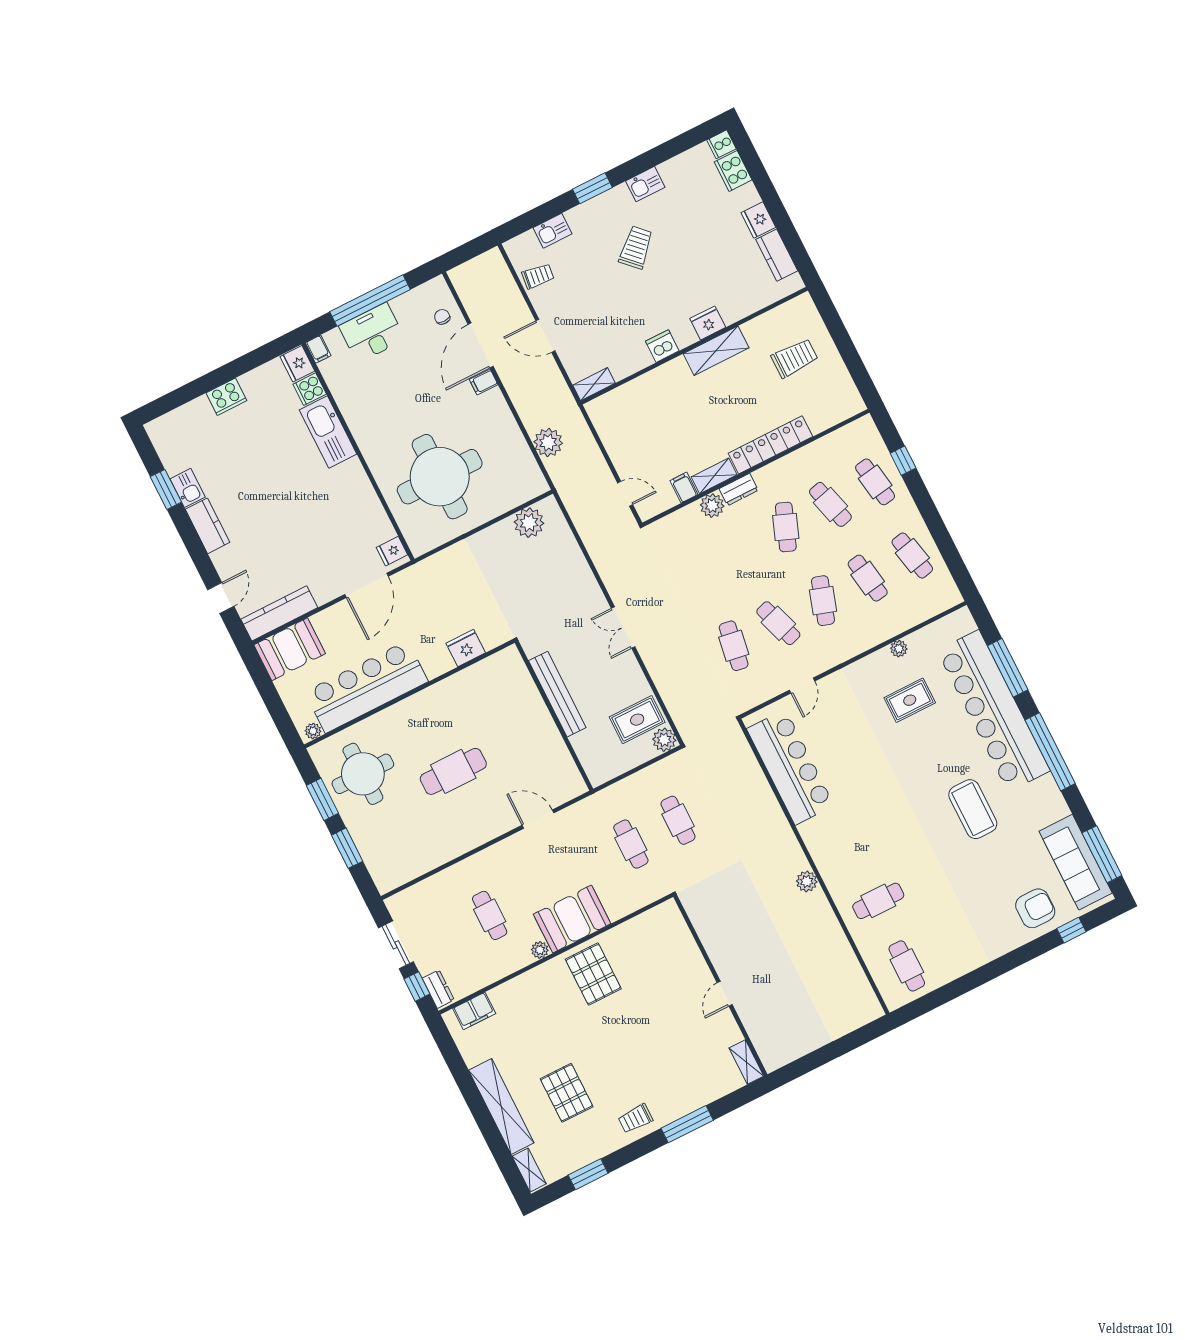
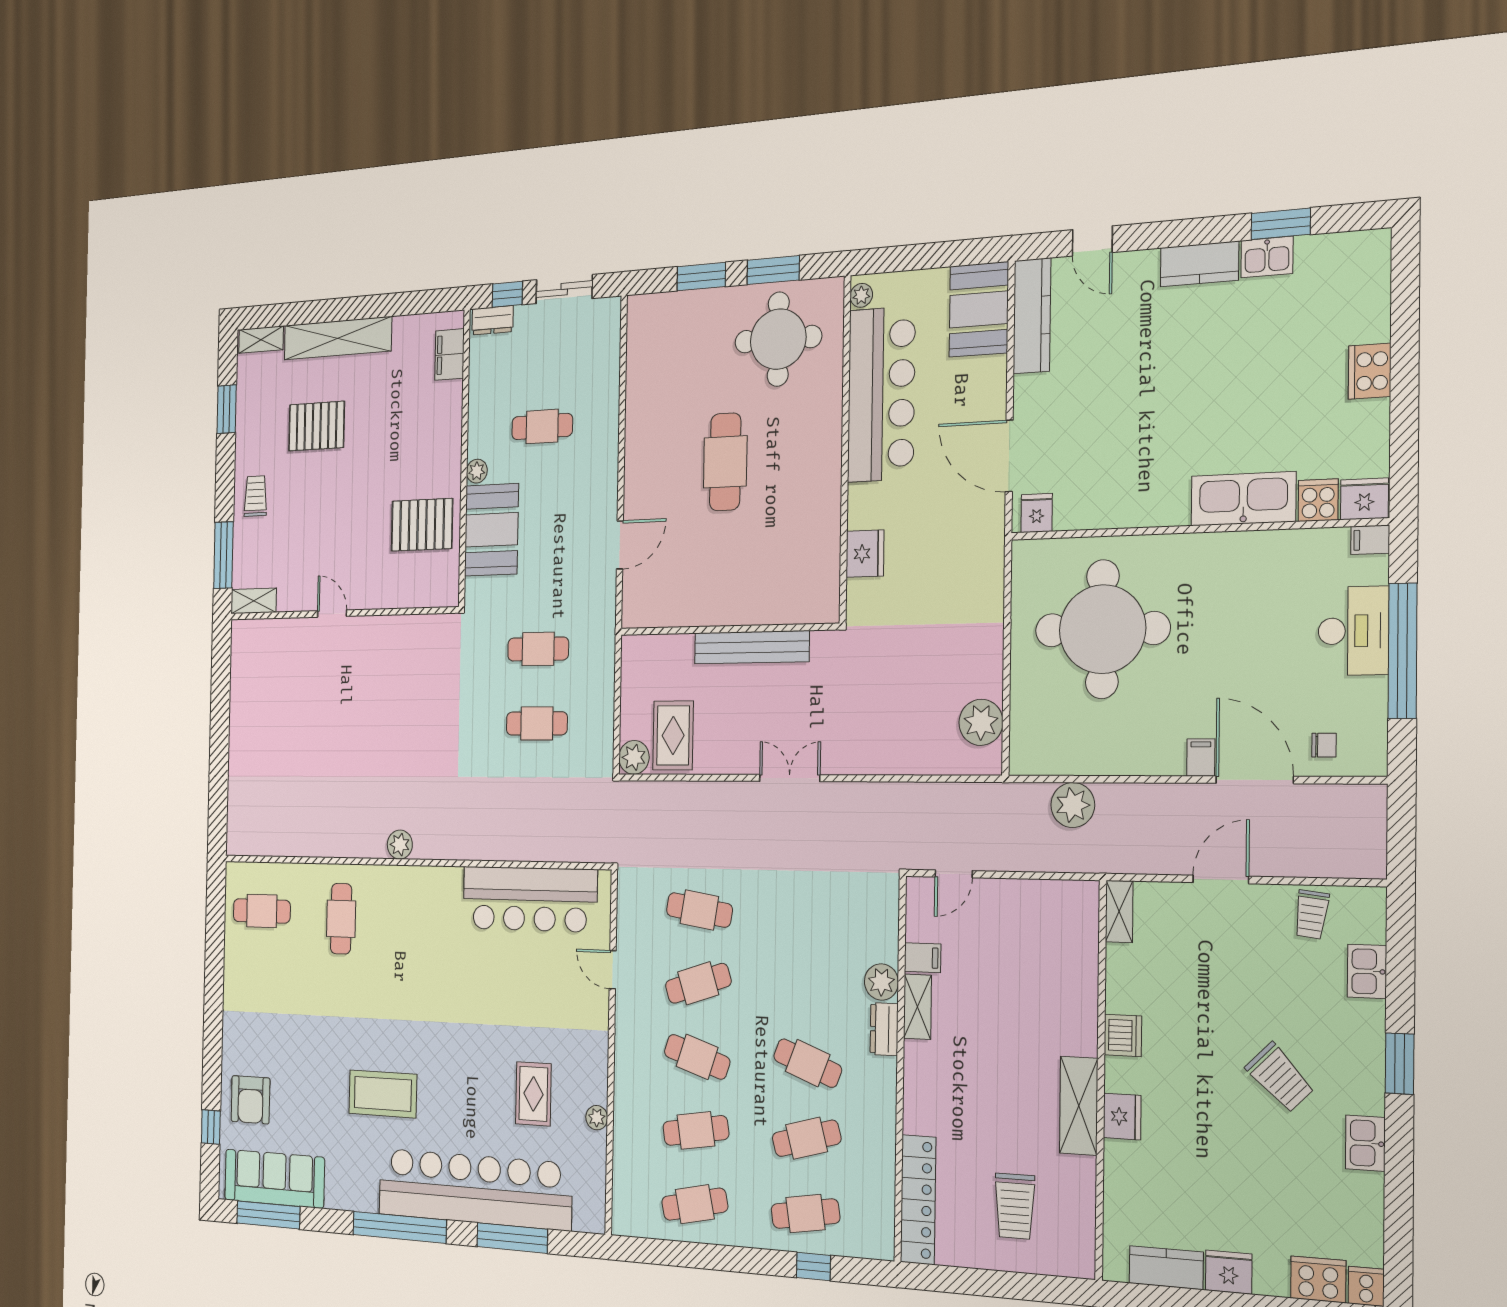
locker: (770, 445) -> (918, 1200), moved
wall: (720, 986) -> (342, 613), moved
door: (725, 994) -> (332, 614), moved
shelving: (746, 1062) -> (254, 601), moved

